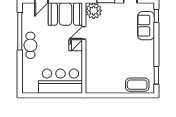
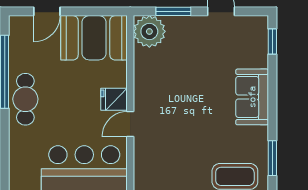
sofa: (146, 26) -> (252, 97), moved
door: (84, 33) -> (130, 124), moved

